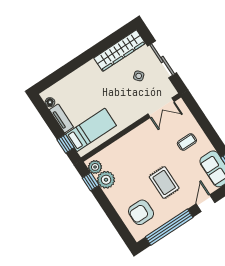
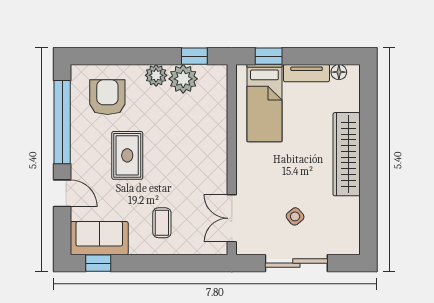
wardrobe: (120, 51) -> (347, 154), moved
plant: (95, 167) -> (156, 75), moved
rug: (164, 183) -> (127, 155), turned 90

